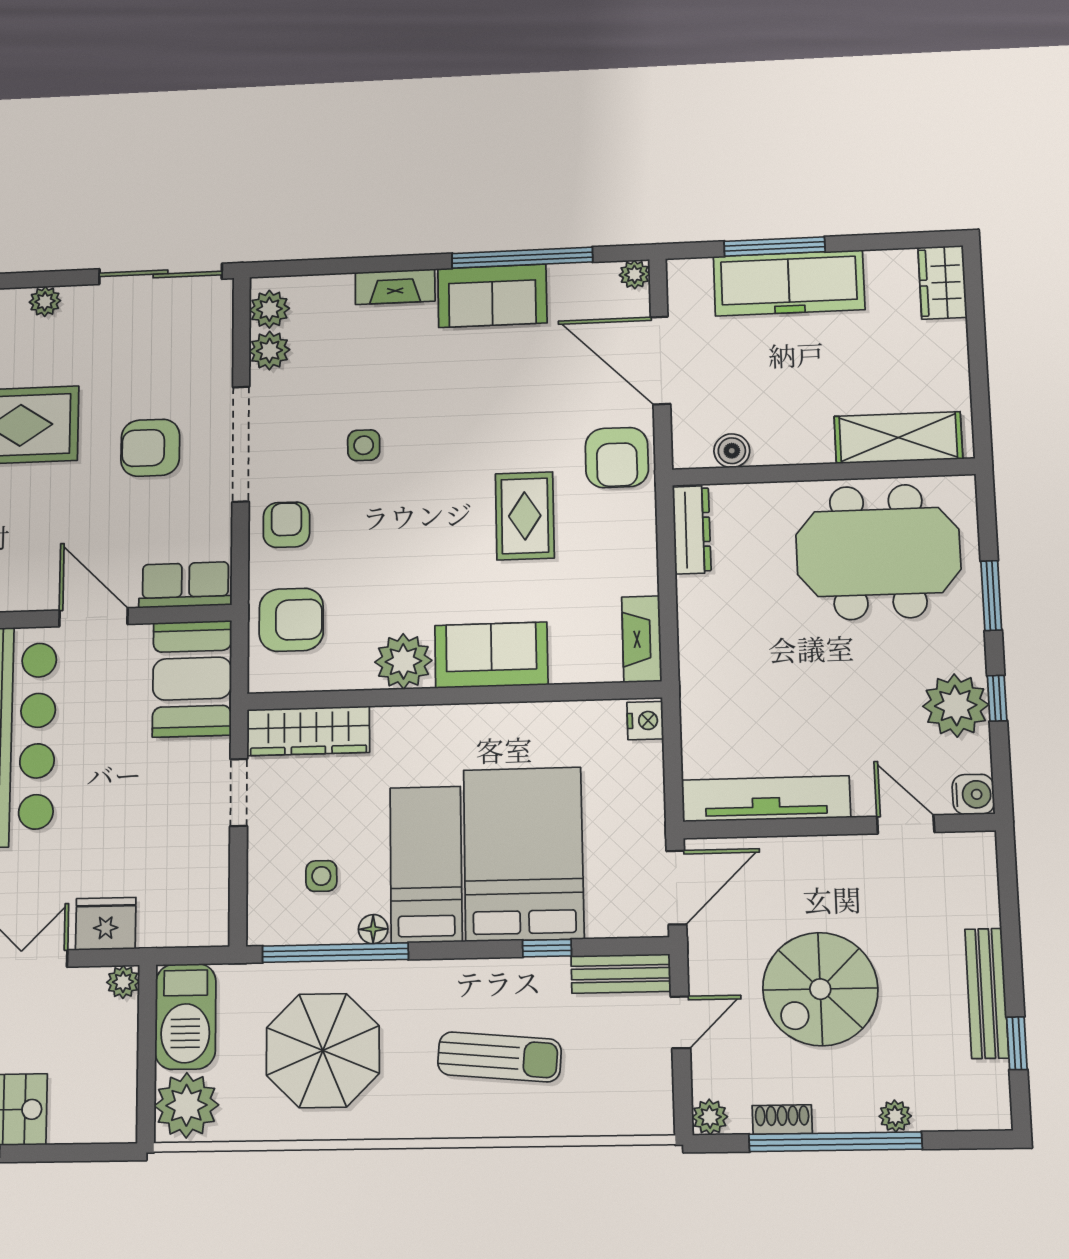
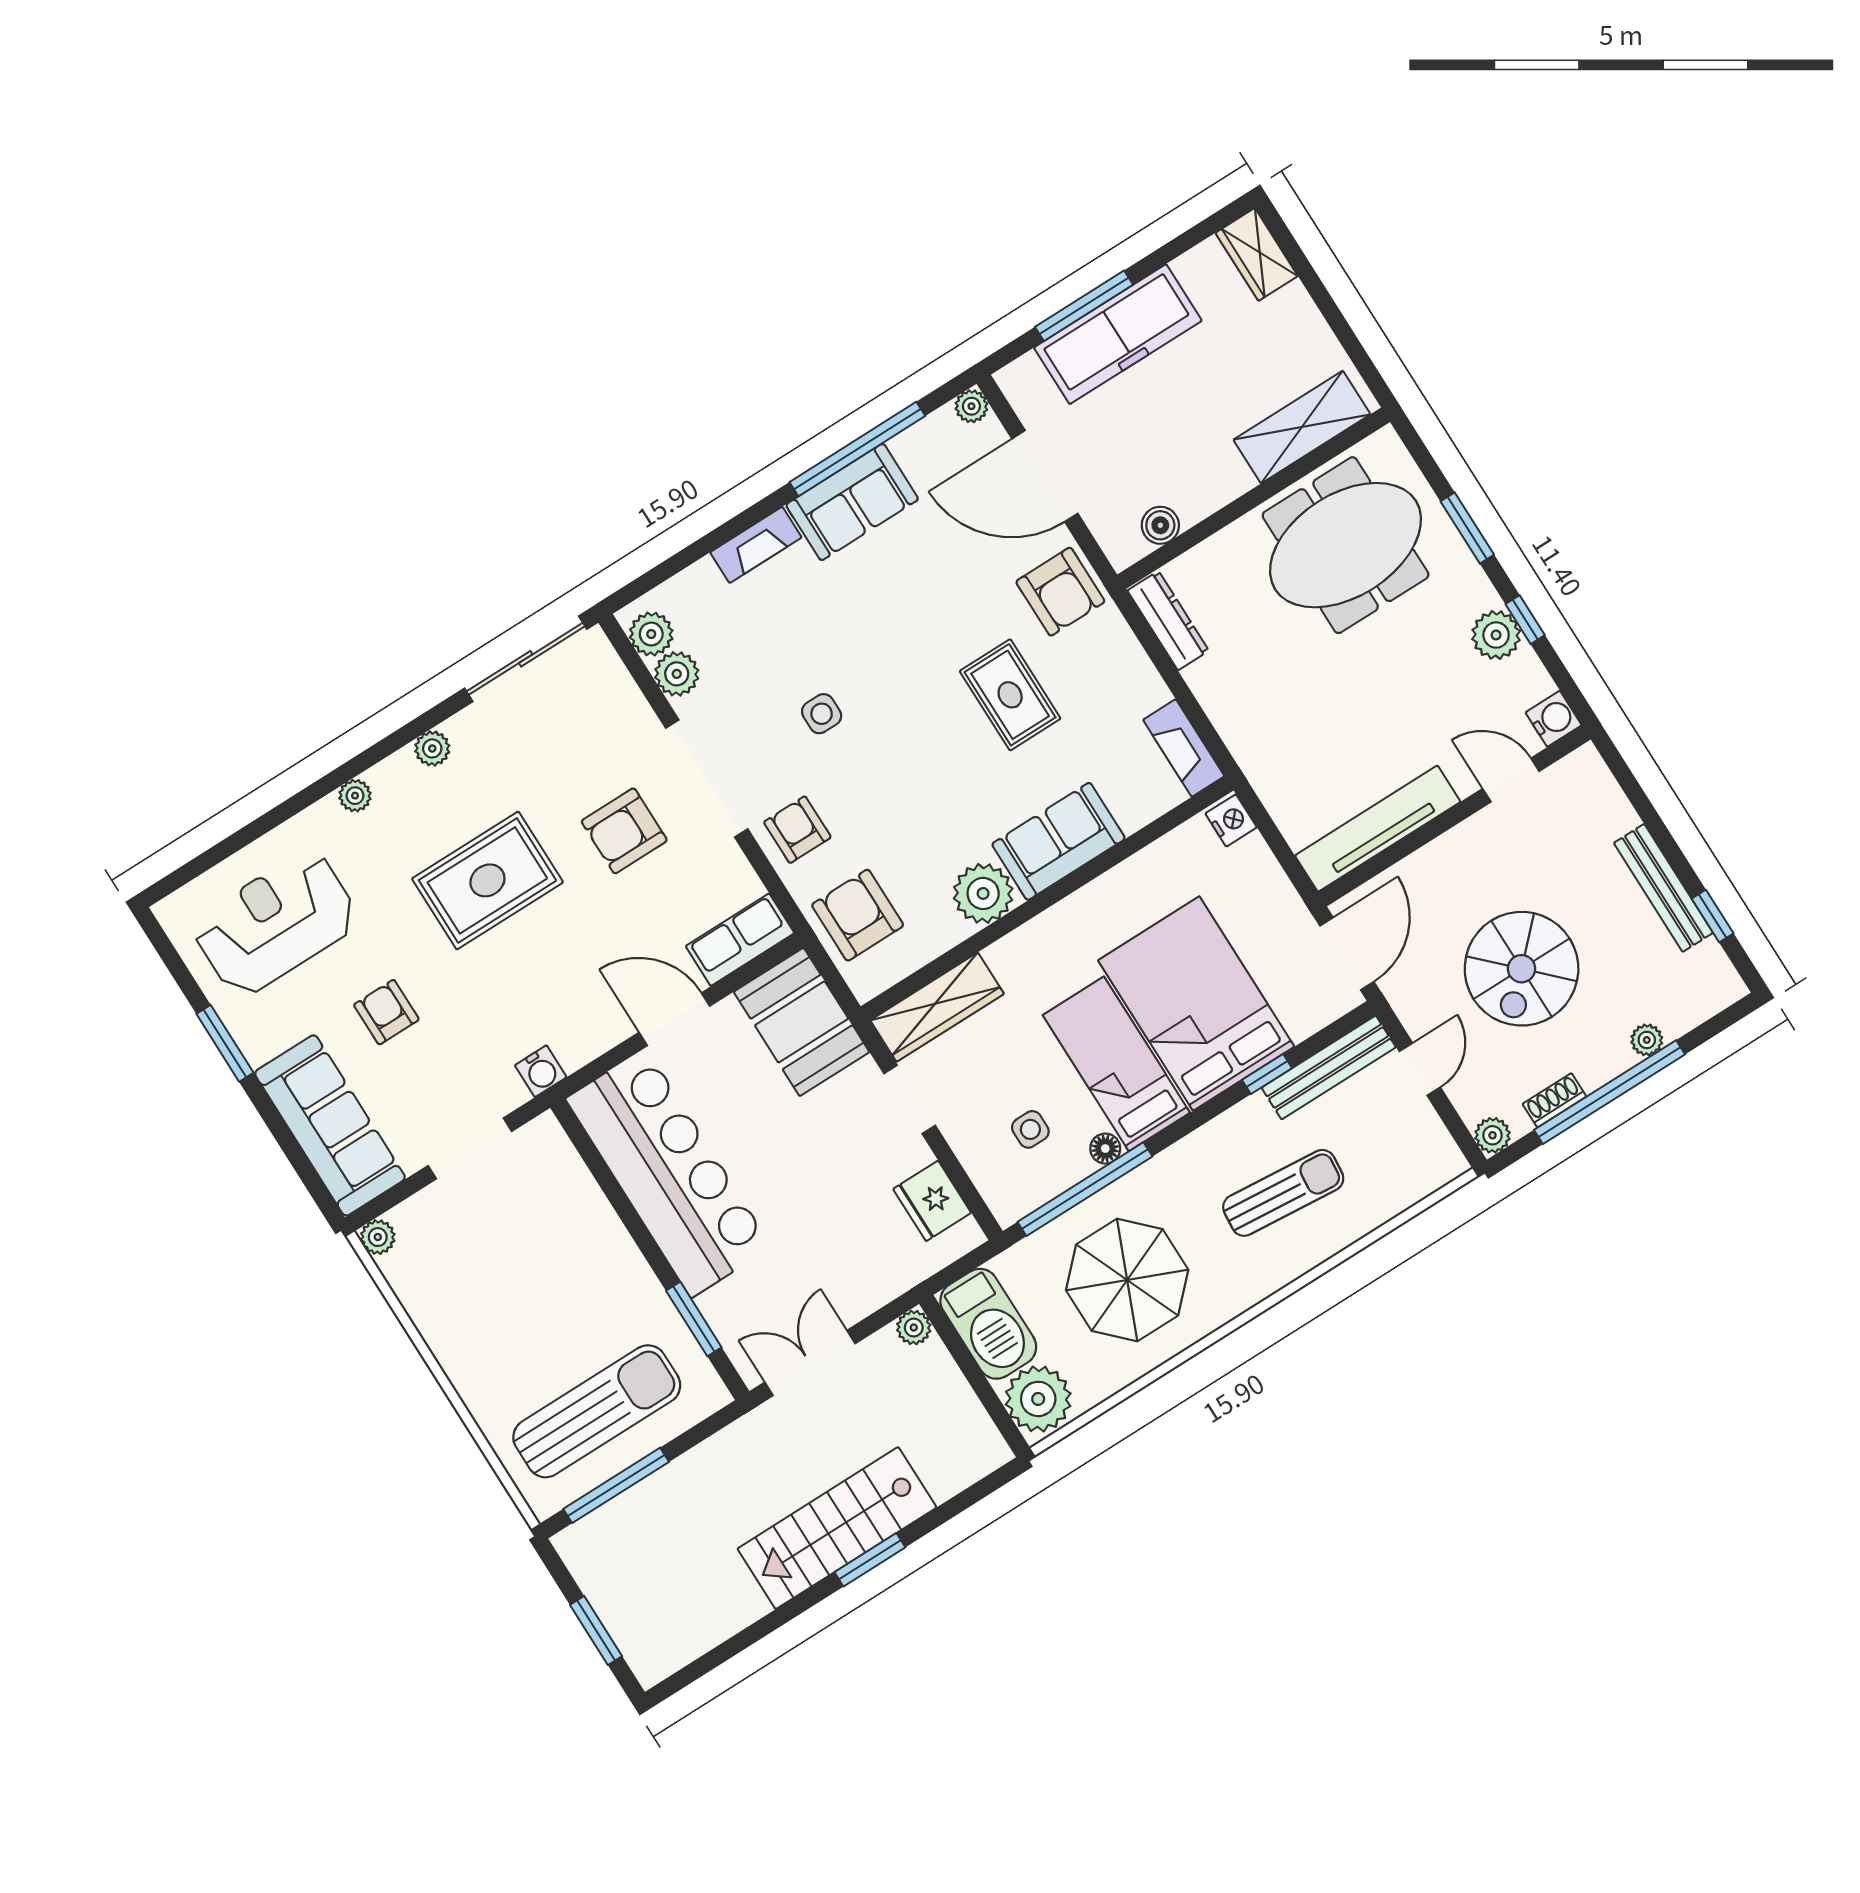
armchair: (291, 620) -> (858, 915), turned -90
plant: (956, 705) -> (1496, 635), width x0.73, depth x0.73
fridge: (106, 924) -> (932, 1201), moved, turned -90
bench: (621, 974) -> (1329, 1067), width x1.36

